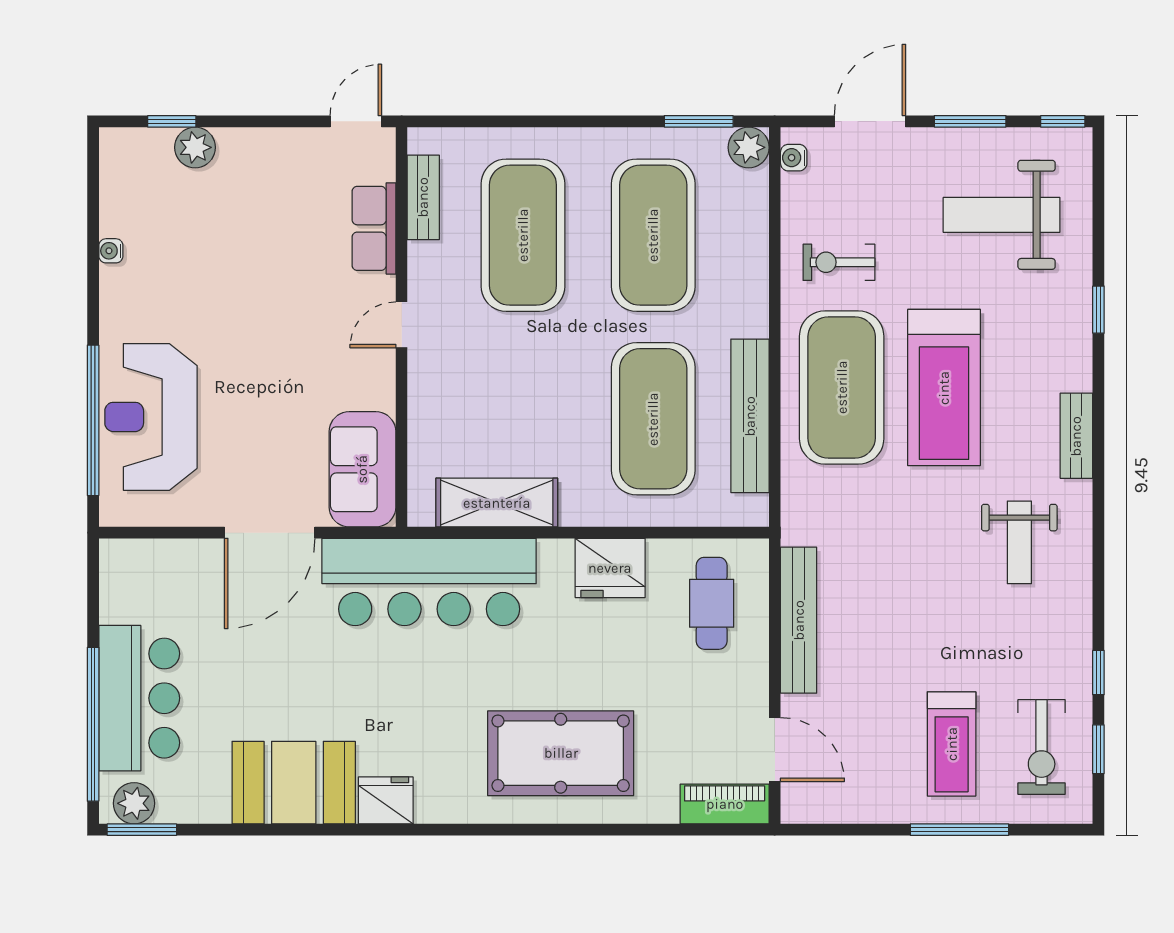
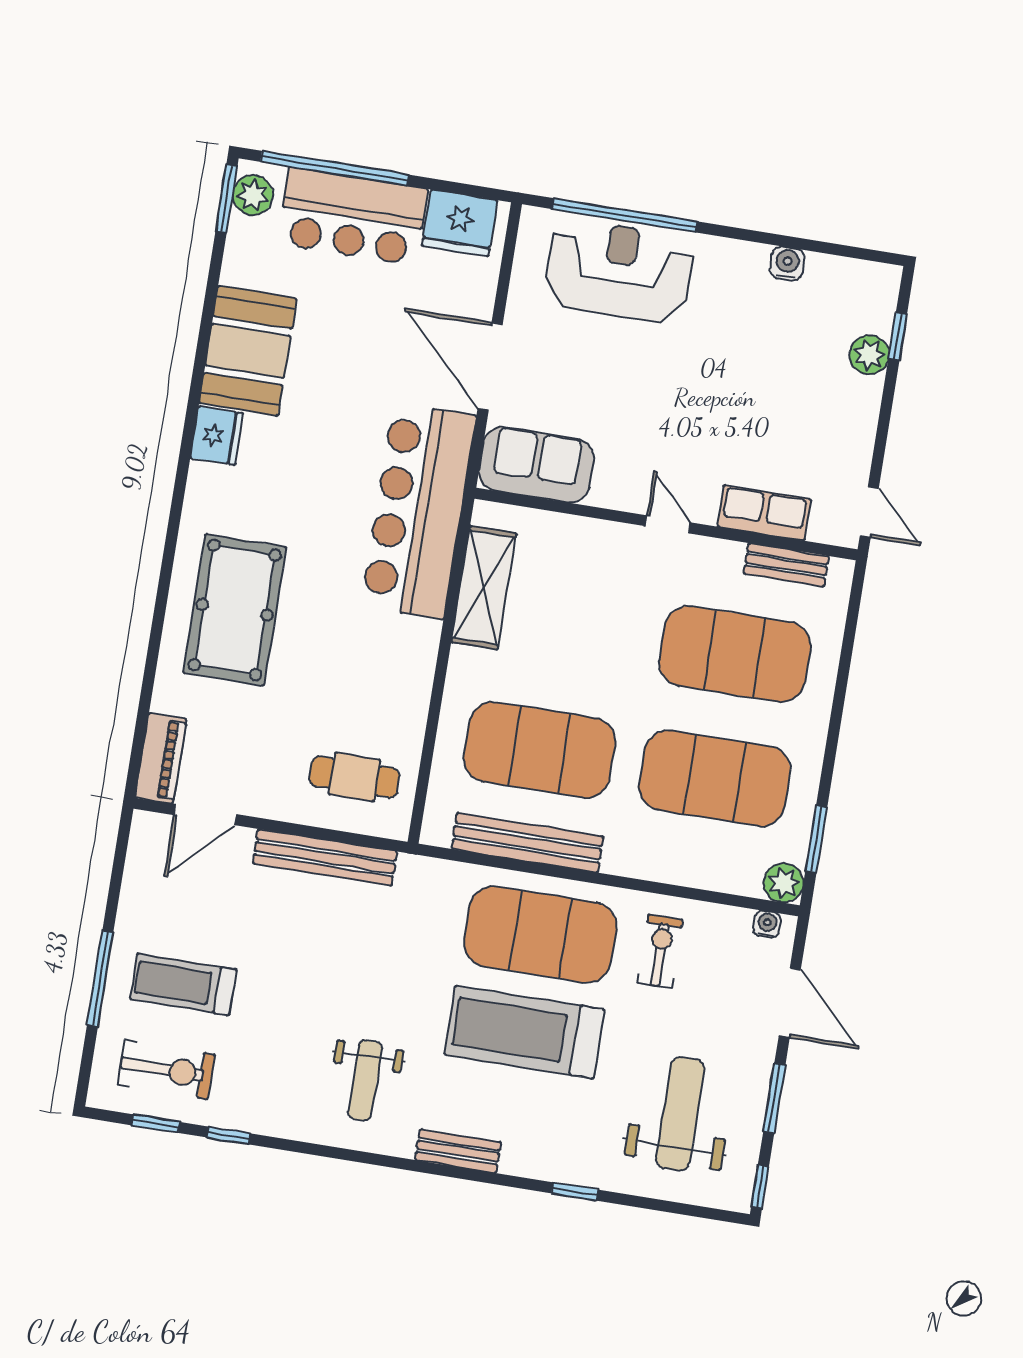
water cooler: (111, 251) -> (787, 264), width x1.38, depth x1.38
weight bench: (1019, 542) -> (365, 1080), turned -90
fridge: (610, 568) -> (460, 223), moved, turned -90
exercise bike: (1042, 747) -> (166, 1070), turned 180

